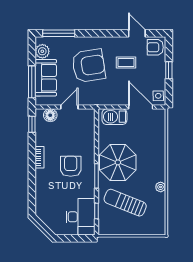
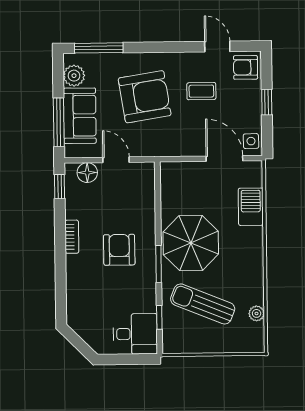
door: (69, 107) -> (116, 160), hinge flipped
barbecue: (114, 117) -> (251, 207), moved, turned 90
plant: (161, 187) -> (257, 313), moved
desk: (80, 217) -> (135, 334), width x0.73

